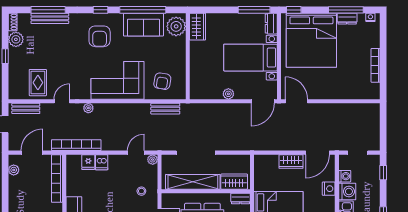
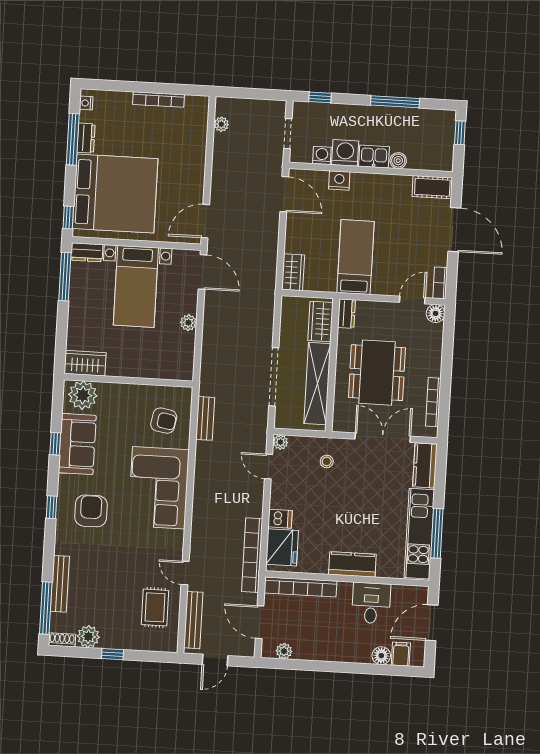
window: (48, 10) -> (46, 608), moved
window: (143, 10) -> (55, 444), width x0.32
armchair: (100, 36) -> (91, 511), turned -90
rug: (38, 83) -> (155, 607), turned 90
bench: (26, 108) -> (193, 620), width x1.36
plant: (88, 108) -> (221, 124), moved
wardrobe: (291, 161) -> (293, 272), moved
fridge: (88, 162) -> (282, 547), width x1.88, depth x1.34

